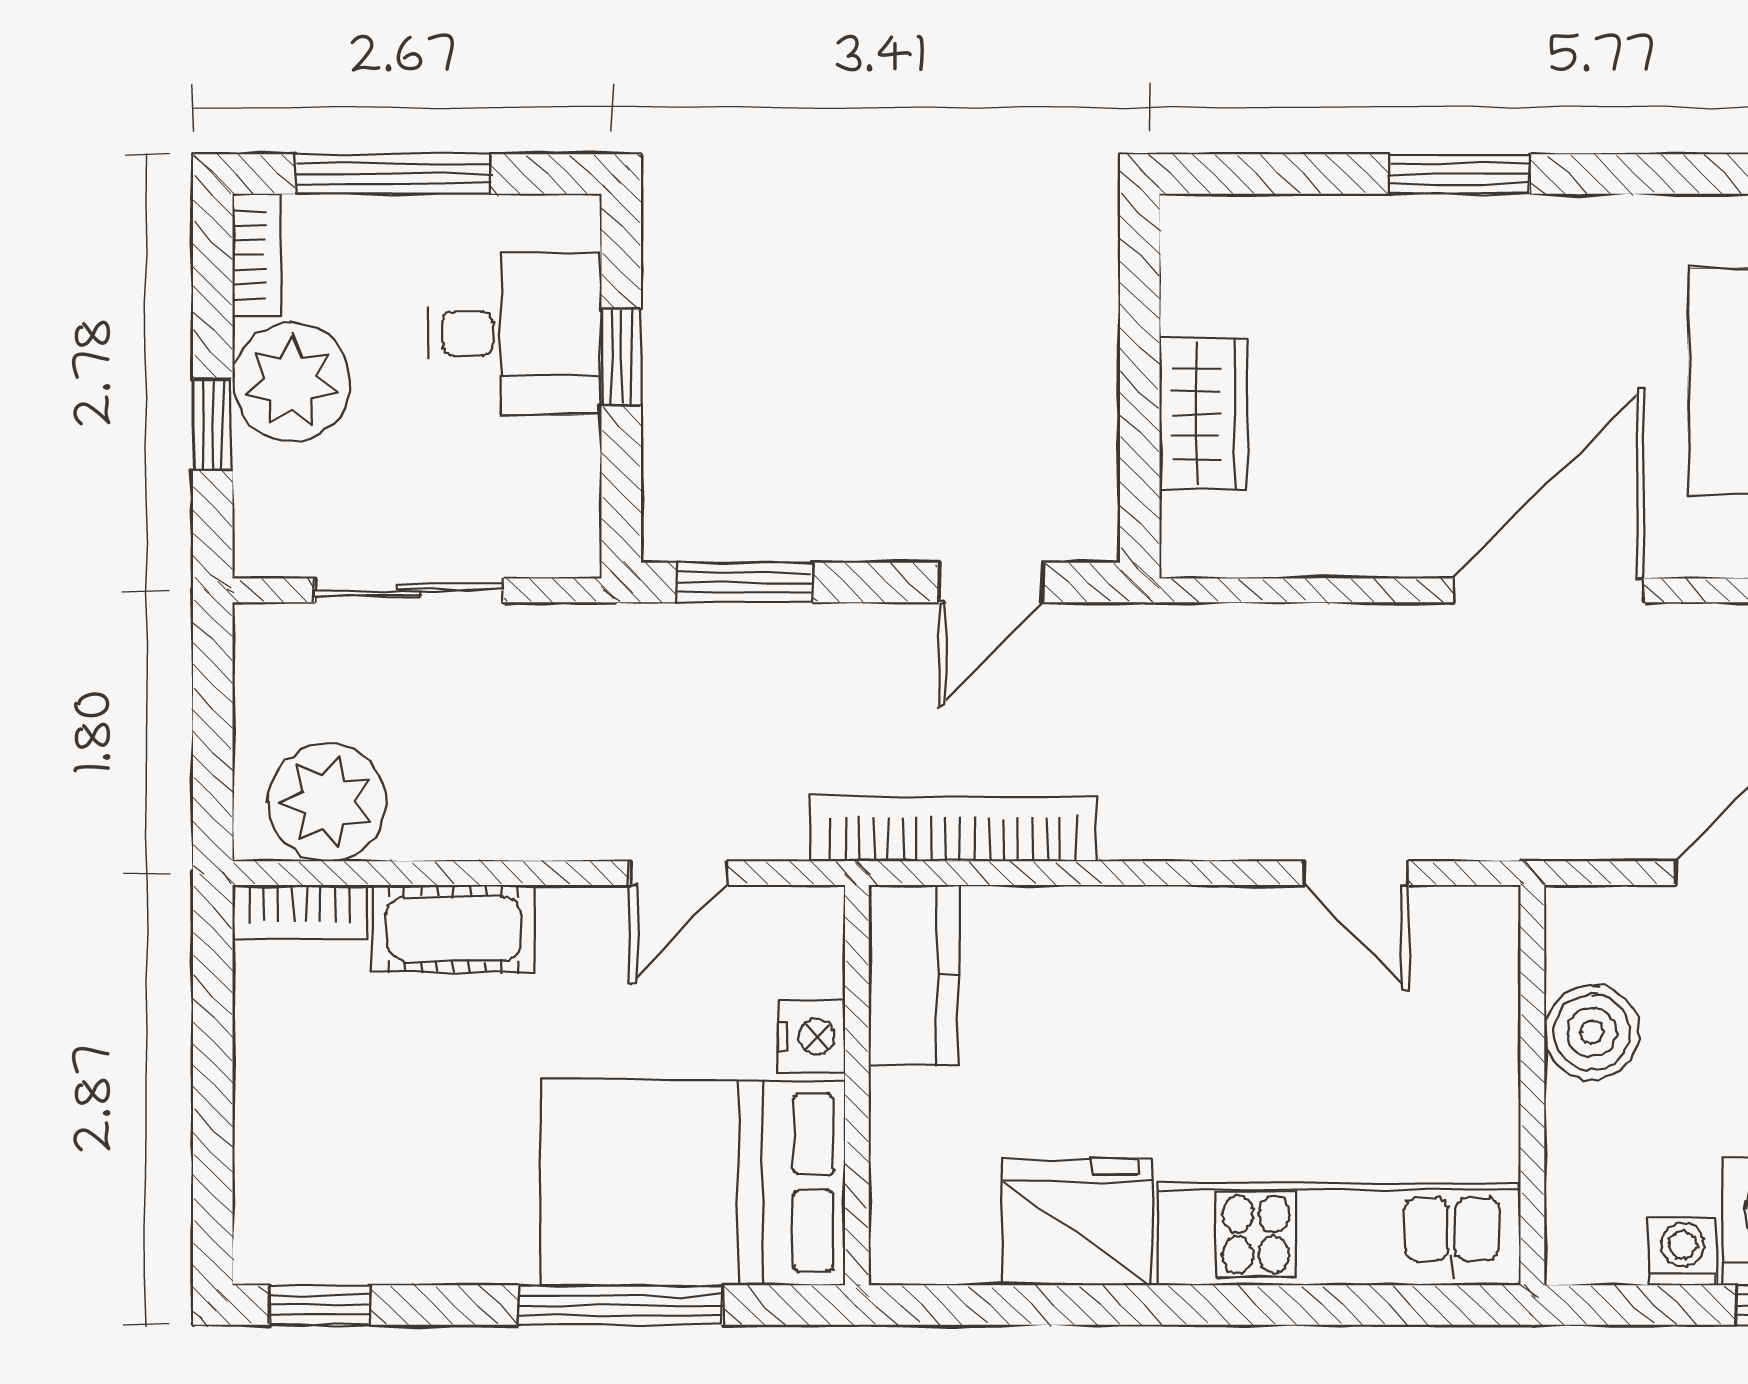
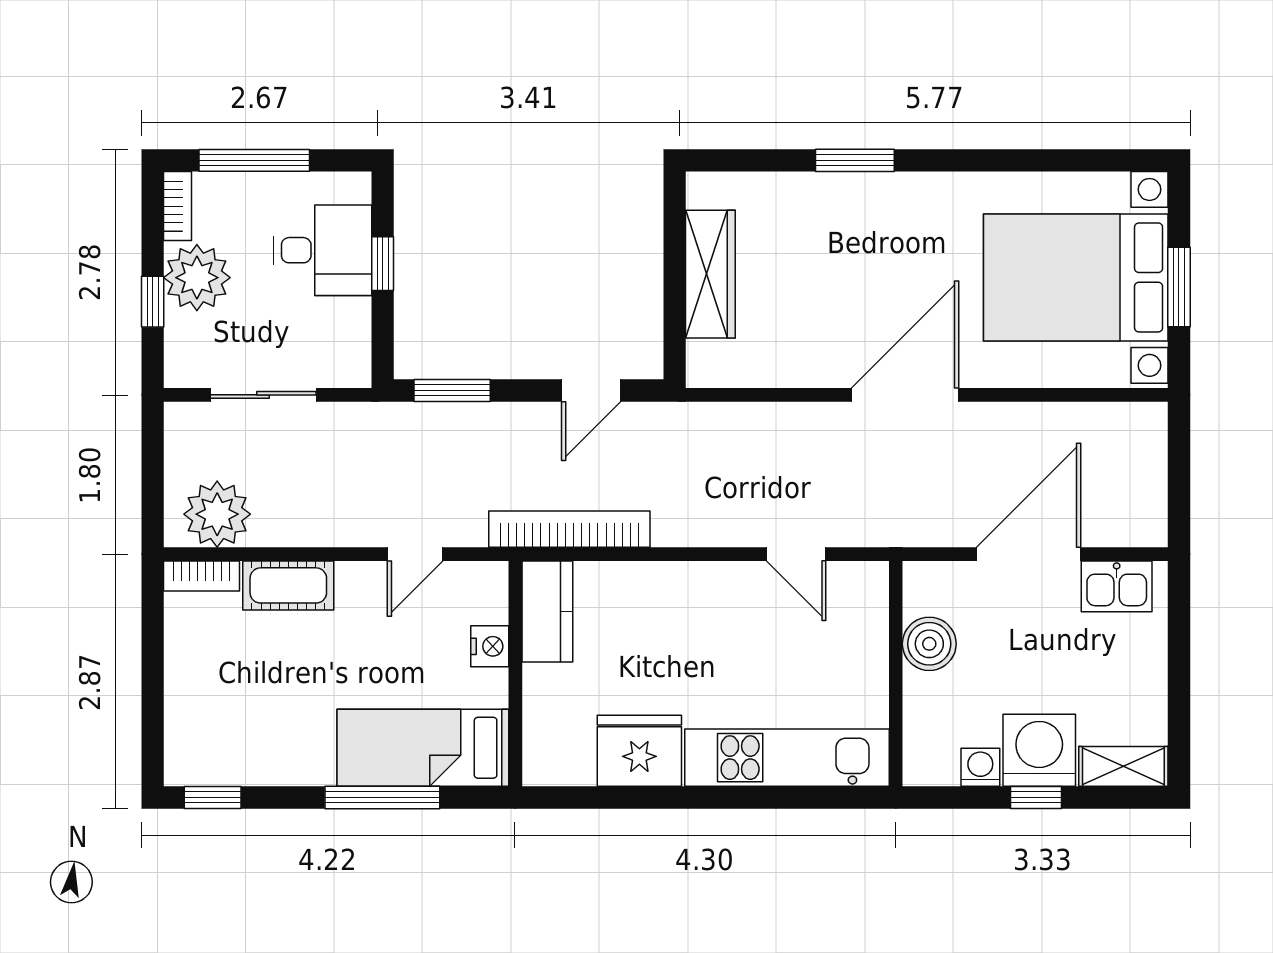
wardrobe: (1203, 414) -> (710, 274), width x1.50
bed: (693, 1183) -> (423, 748), width x0.67

